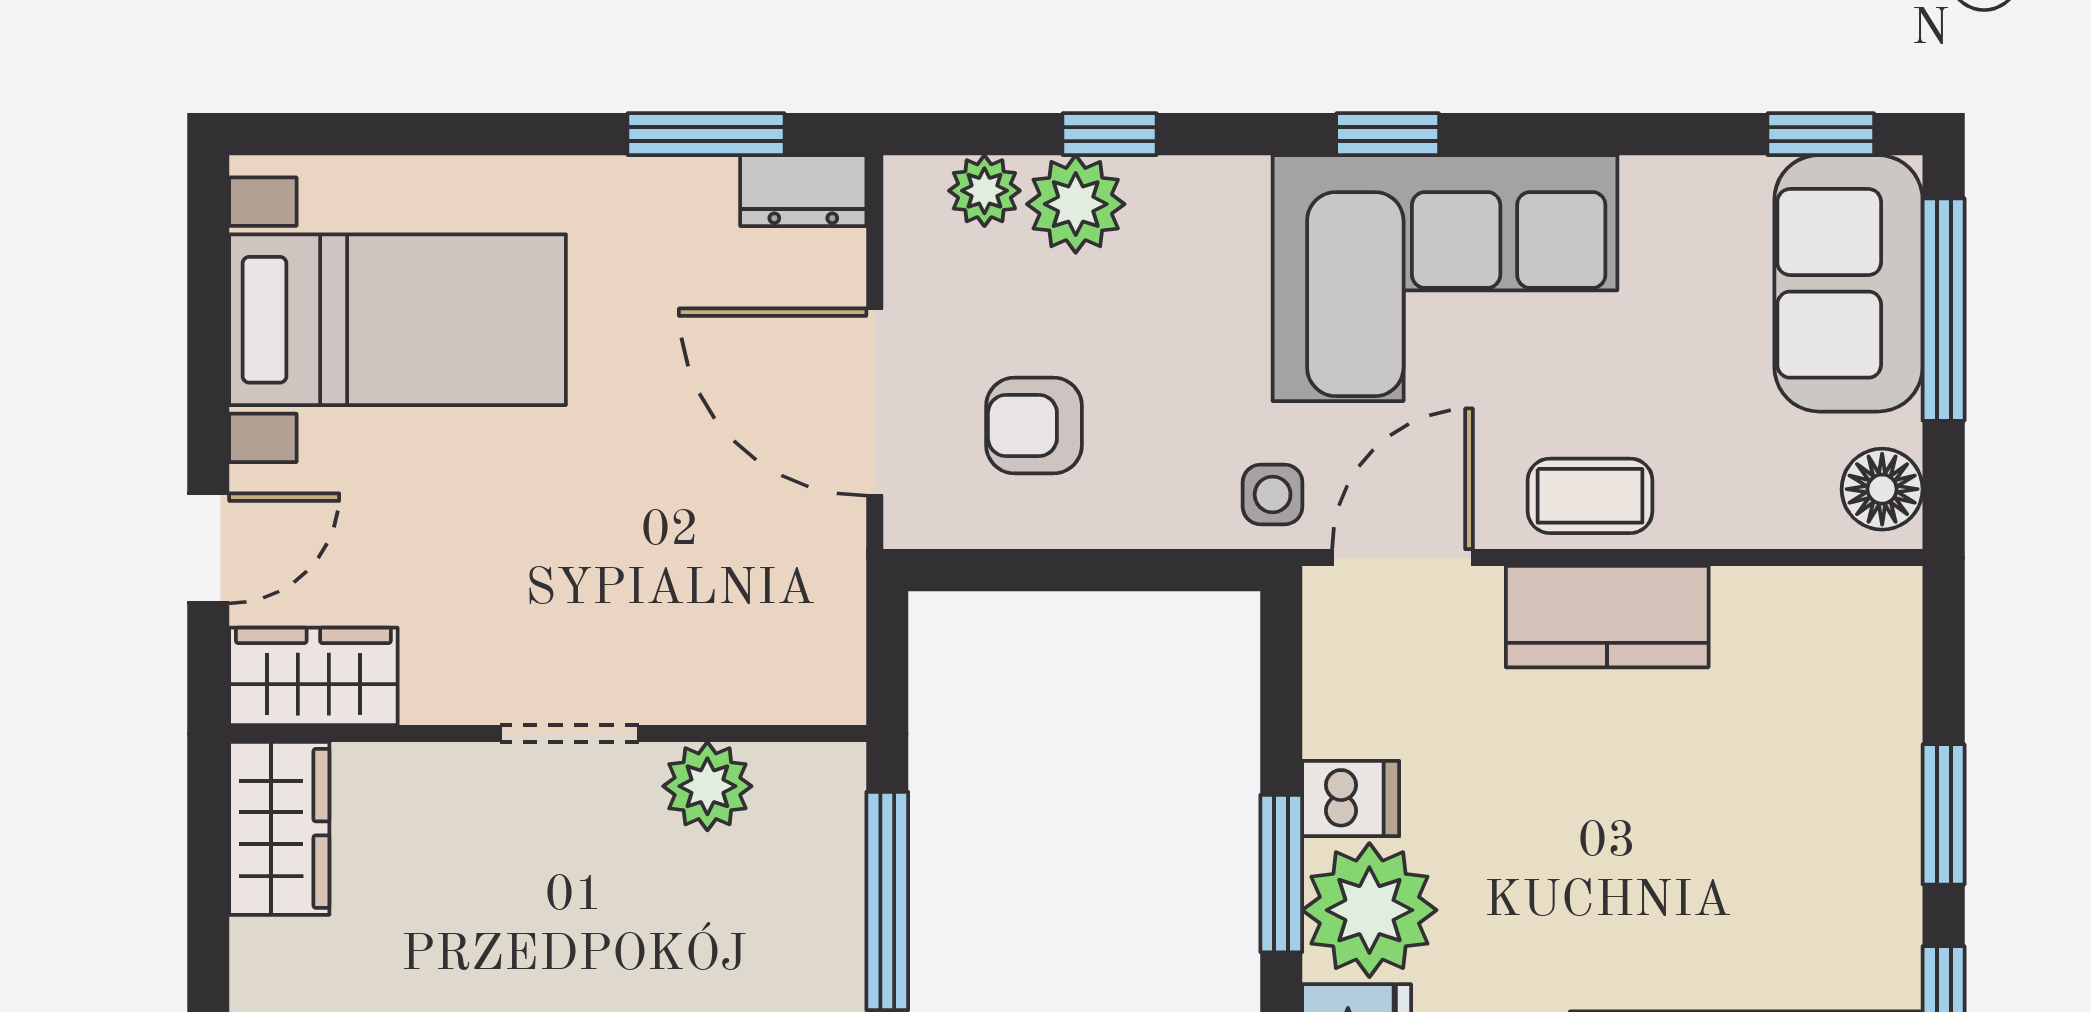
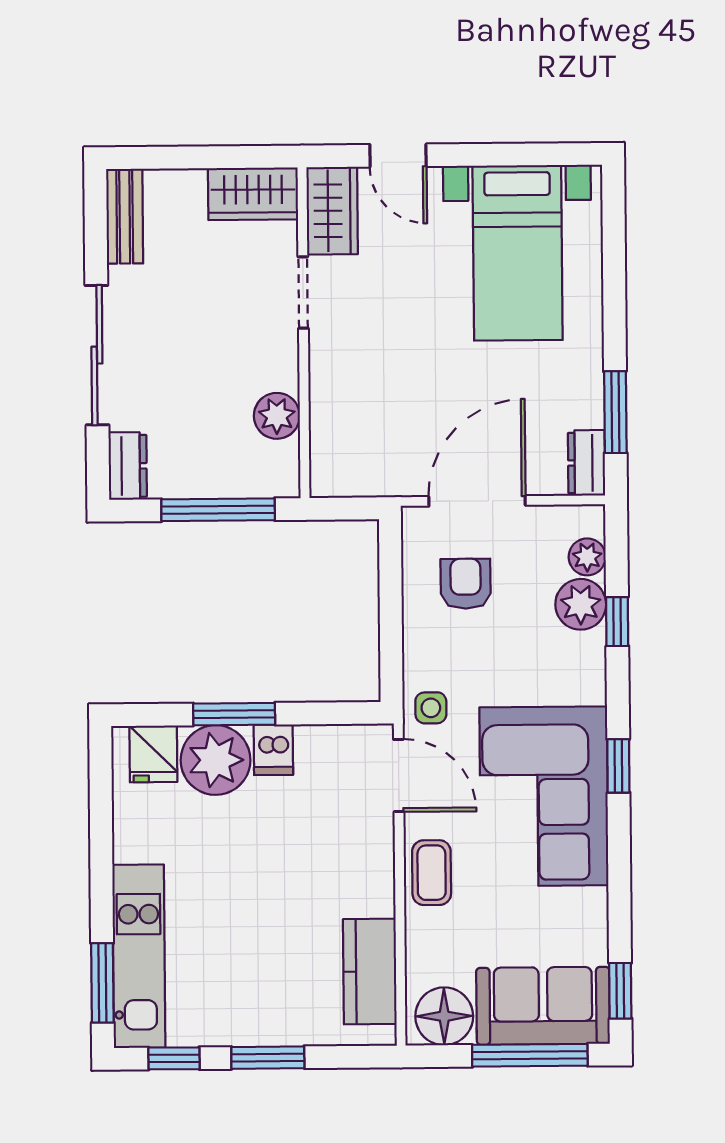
floor lamp: (1882, 489) -> (444, 1016), width x1.38, depth x1.38
kitchen counter: (1607, 617) -> (370, 972), moved
doorway: (569, 734) -> (303, 293), moved

